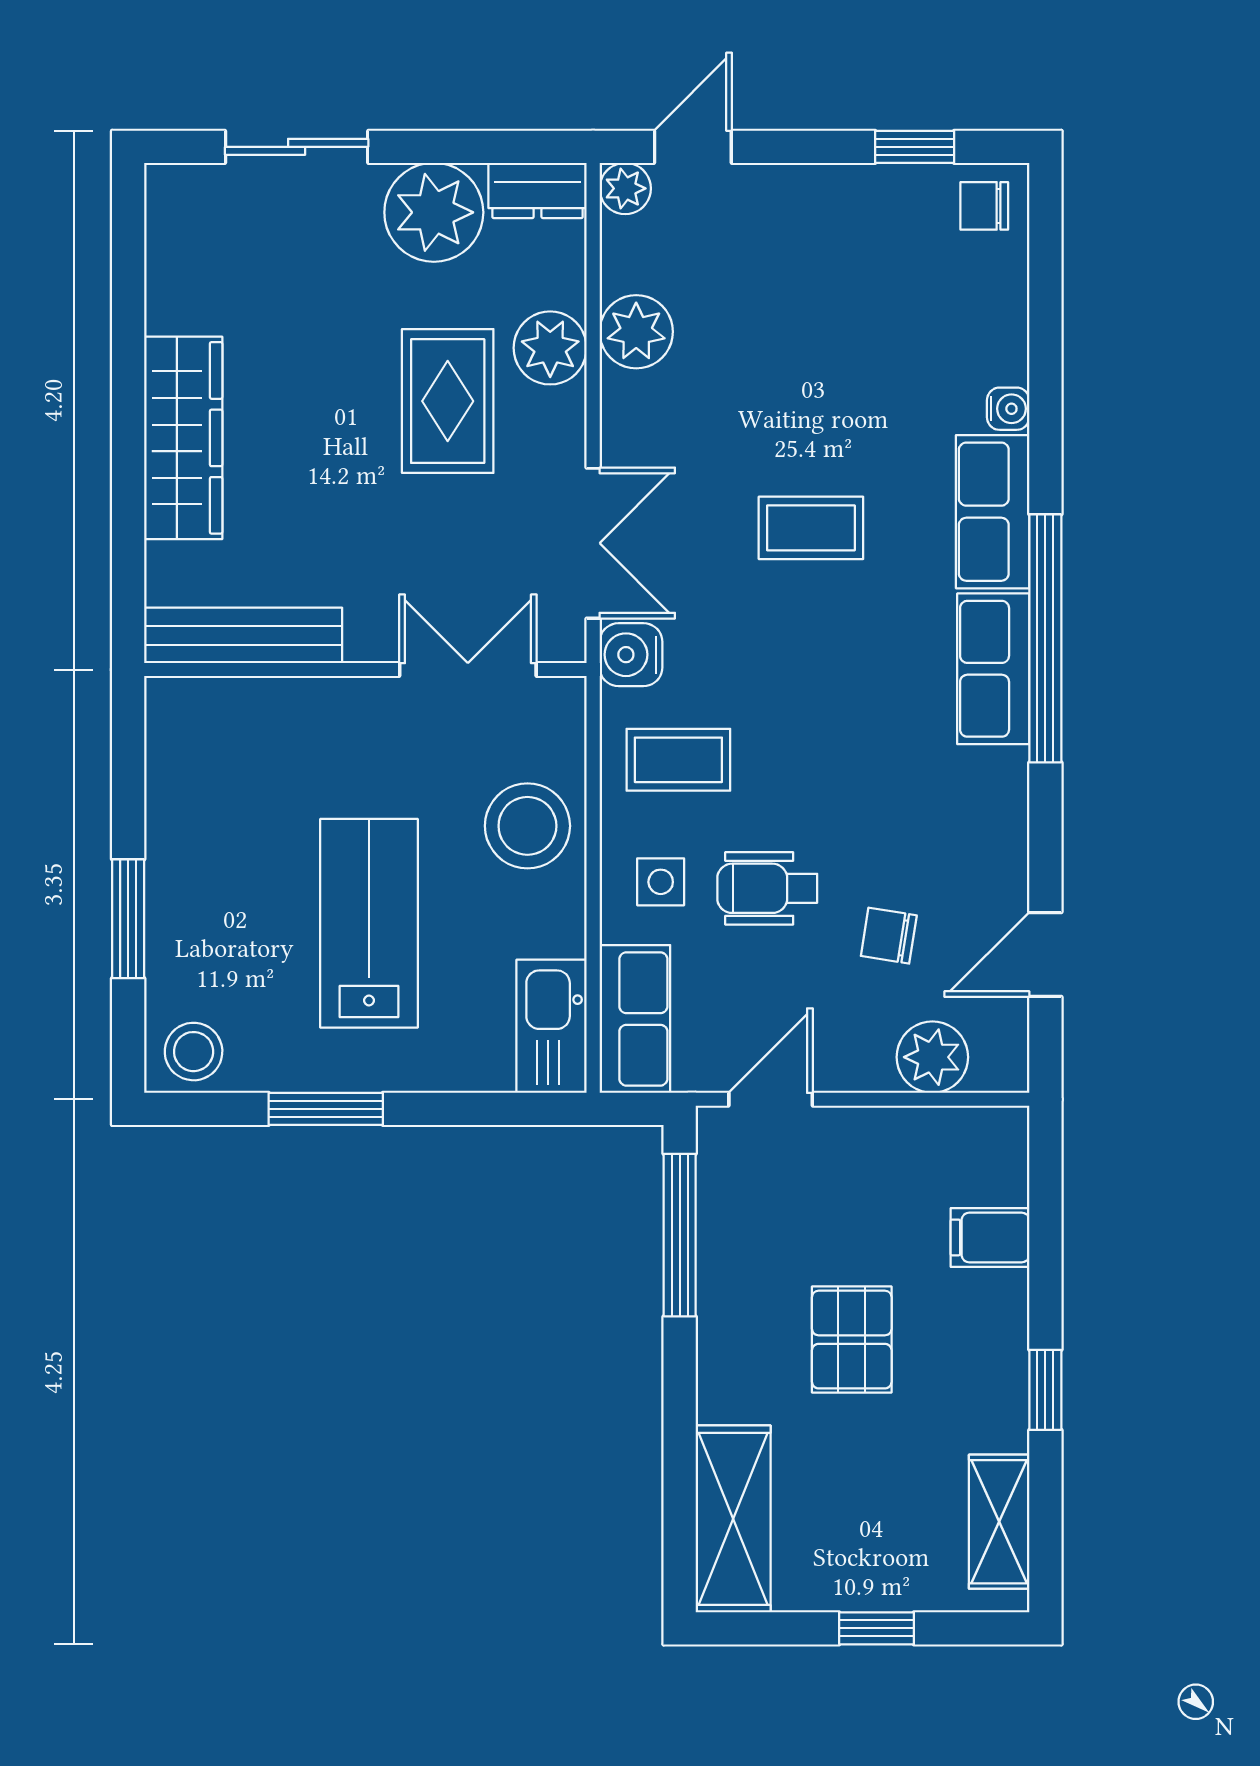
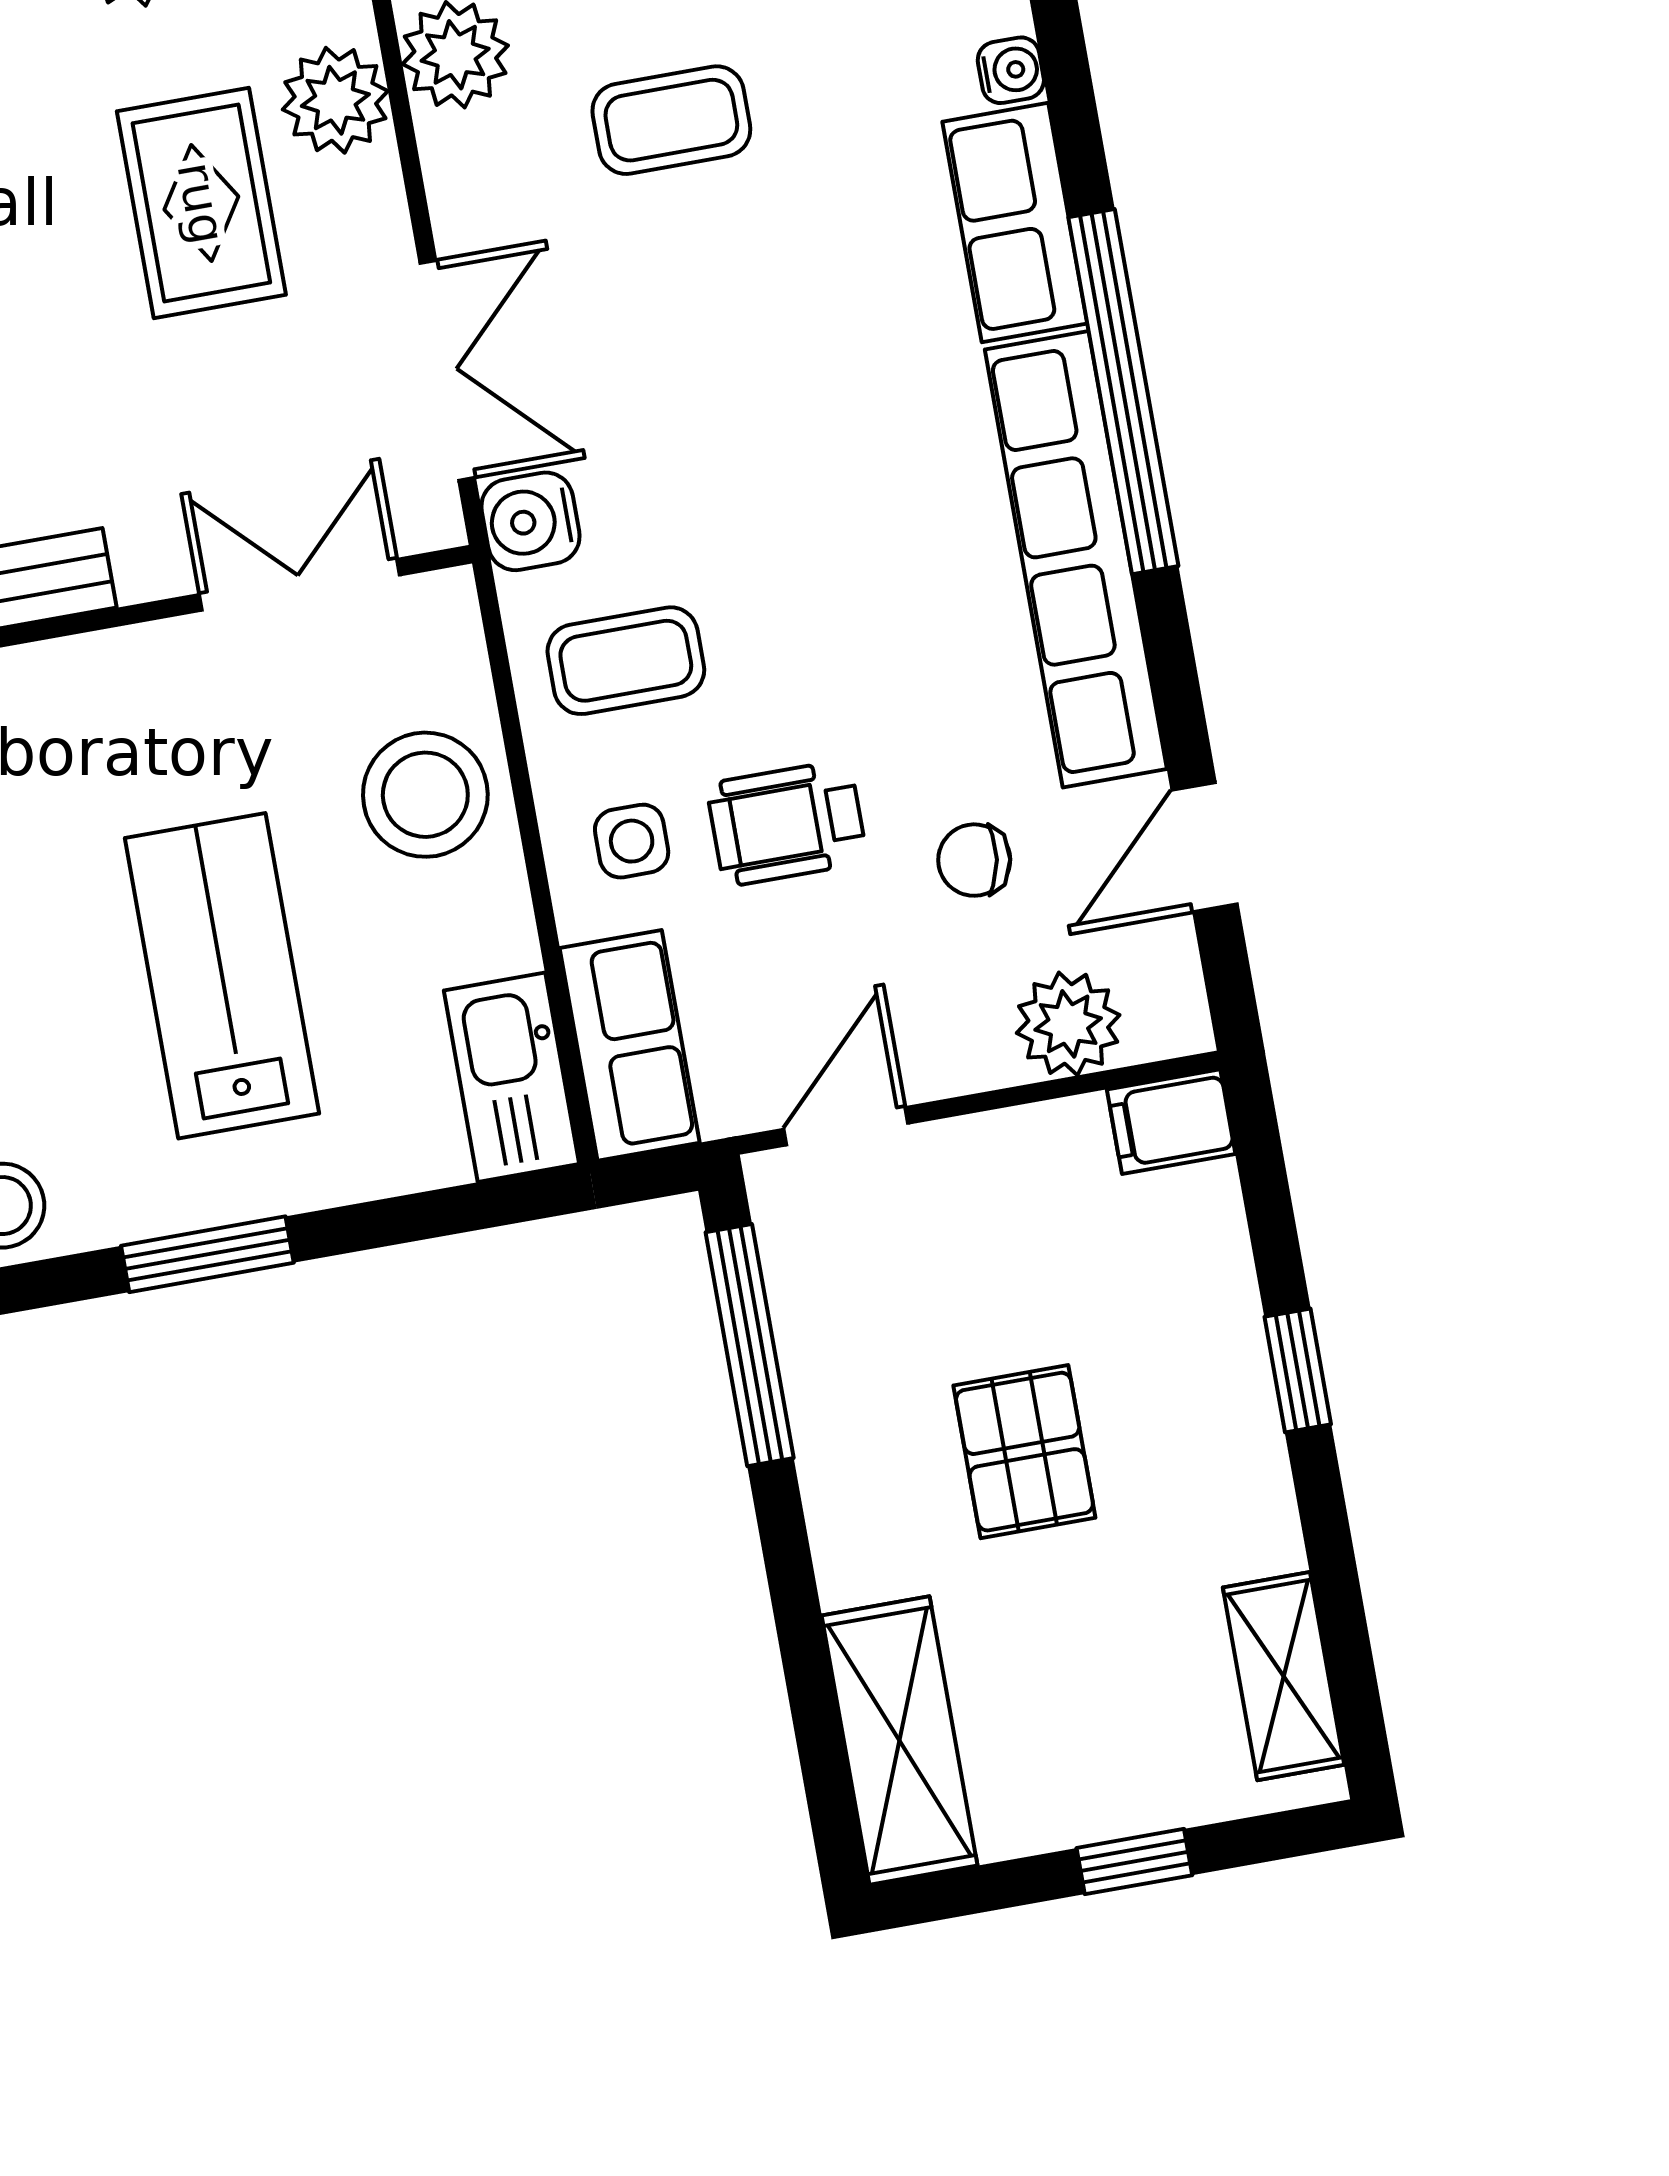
coffee table: (811, 528) -> (671, 120), moved
row of seats: (993, 669) -> (1076, 559), width x2.02
filing cabinet: (990, 1237) -> (1171, 1122), moved
window: (1045, 1390) -> (1298, 1371), moved

